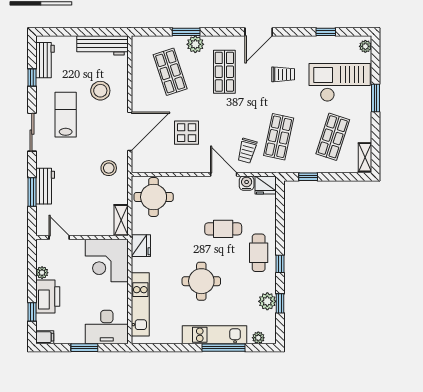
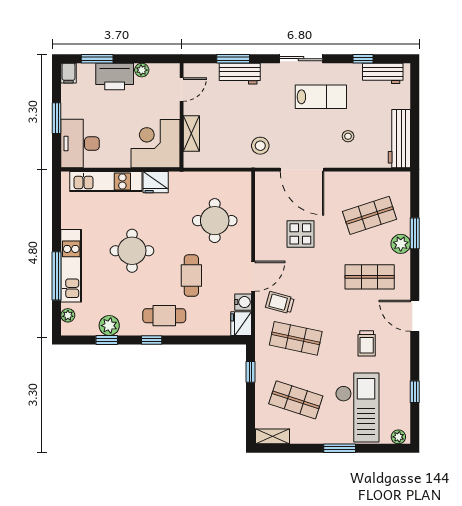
stool: (100, 91) -> (348, 136), width x0.53, depth x0.53
round table: (154, 197) -> (215, 221), moved
shelving: (121, 220) -> (191, 134), moved, turned 90
fridge: (141, 246) -> (156, 182), moved
window: (32, 312) -> (97, 59), width x1.50

